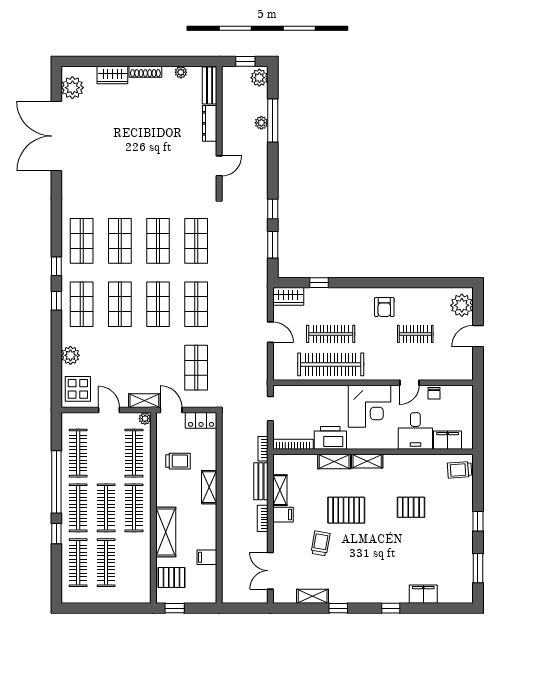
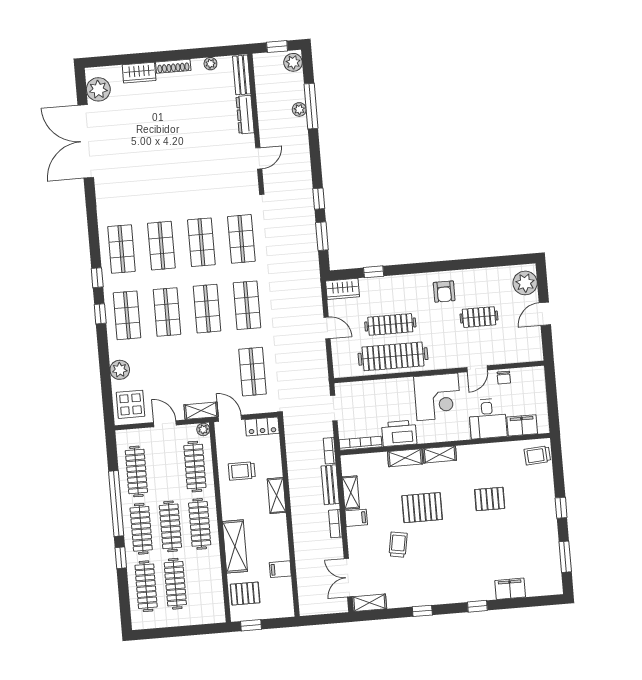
trolley: (178, 461) -> (242, 471), turned 180
shelving: (313, 596) -> (369, 603), moved

